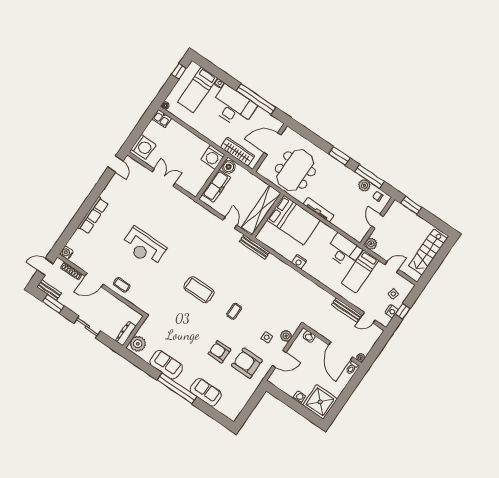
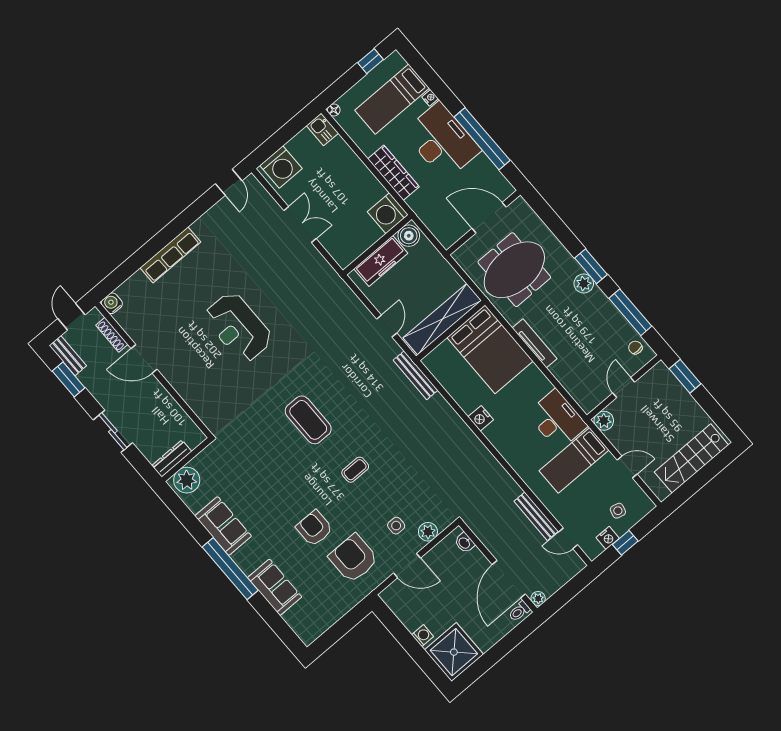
wardrobe: (237, 152) -> (393, 173), moved
plant: (364, 185) -> (584, 284), moved
door: (45, 267) -> (71, 317), hinge flipped
coffee table: (122, 285) -> (186, 379), removed

